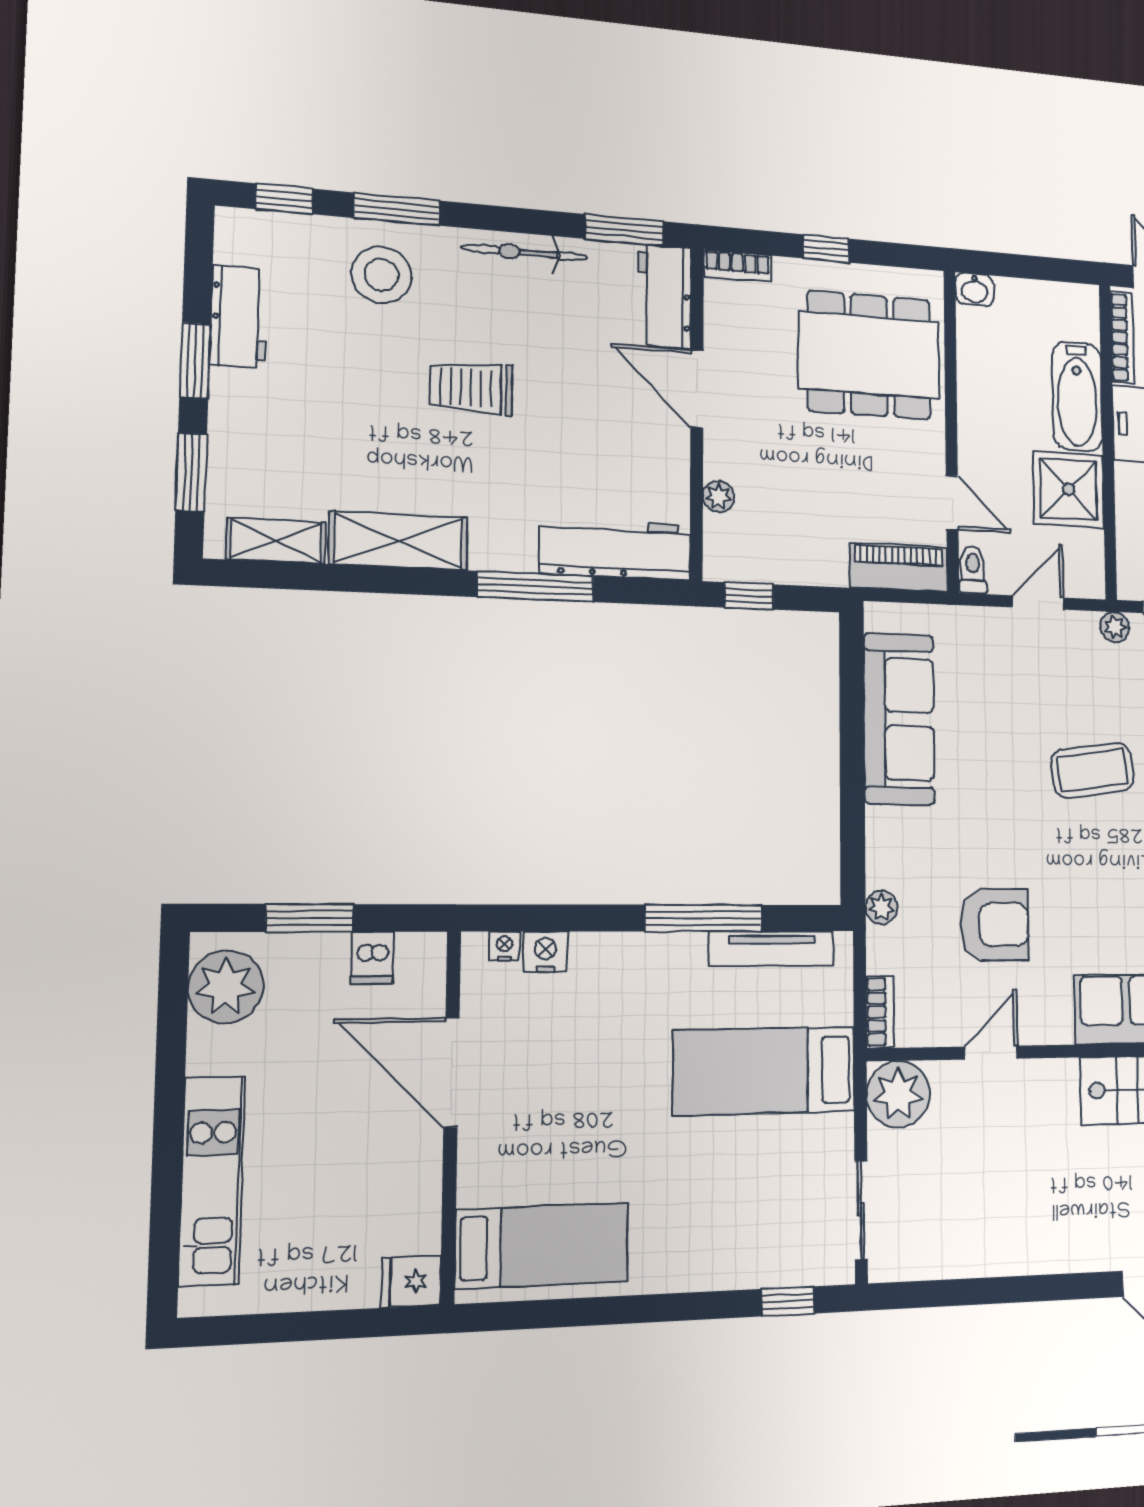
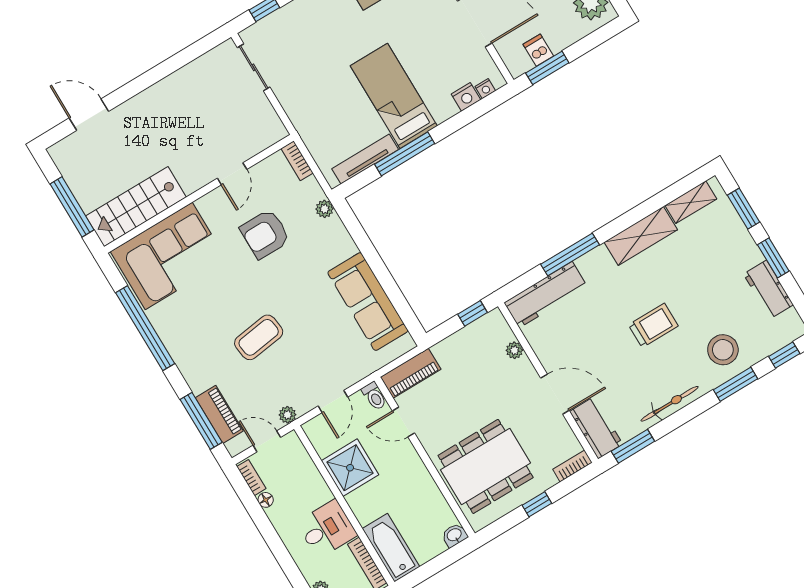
bathtub: (1077, 396) -> (391, 548), moved
window: (310, 918) -> (547, 68), moved
bed: (765, 1071) -> (394, 96), moved, turned -90
plant: (898, 1094) -> (266, 129), removed

